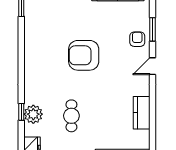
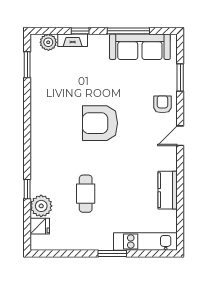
window: (152, 29) -> (180, 78), moved
plant: (33, 114) -> (41, 206), moved

